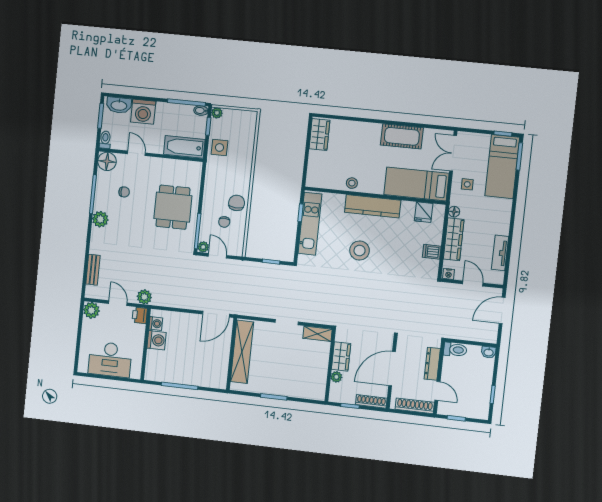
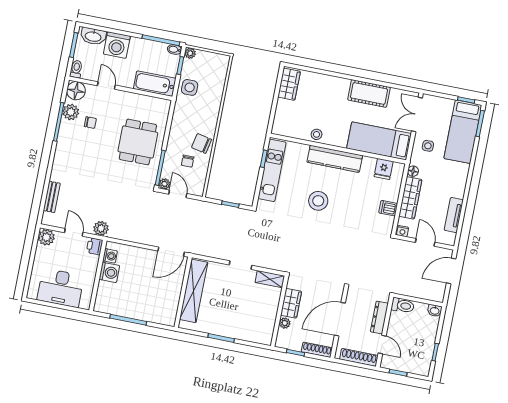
chair: (237, 203) -> (202, 143), turned -80
plant: (100, 219) -> (71, 112), moved

